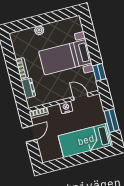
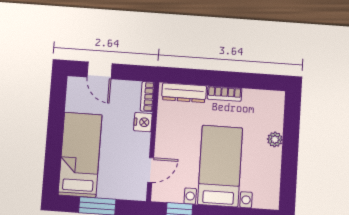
dresser: (28, 88) -> (184, 93), width x1.44
nightstand: (66, 107) -> (143, 122), moved
door: (30, 134) -> (100, 70), moved

